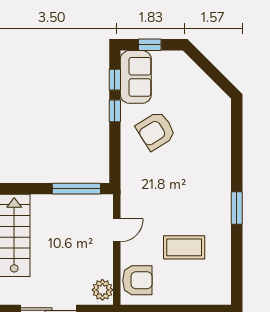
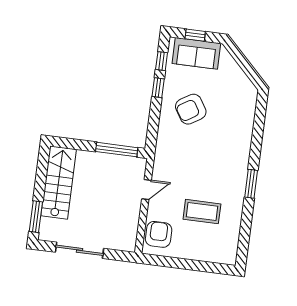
sofa: (136, 77) -> (196, 53), moved, turned 90
armchair: (137, 280) -> (159, 234), turned -90
plant: (102, 290) -> (128, 239), removed

